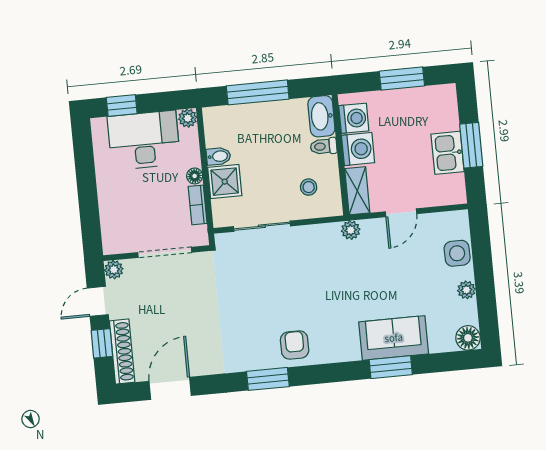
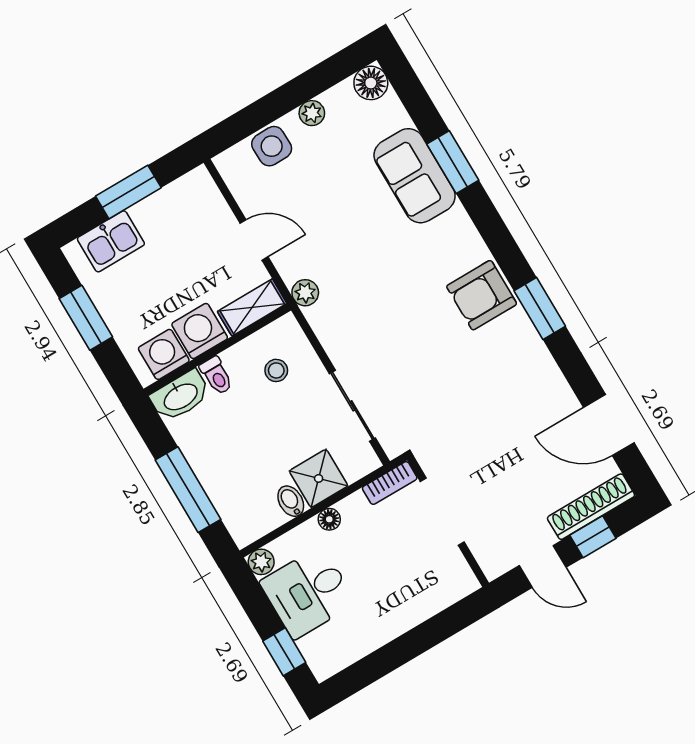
desk: (144, 140) -> (308, 592), width x0.73
kitchen sink: (448, 153) -> (111, 241), moved
bookcase: (198, 205) -> (390, 483), moved
plant: (114, 270) -> (494, 565), removed
armchair: (295, 345) -> (482, 295), width x1.38, depth x1.38

